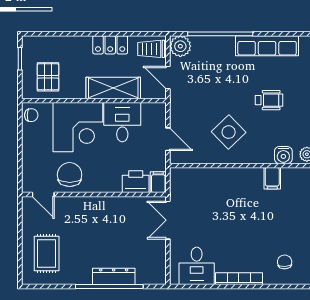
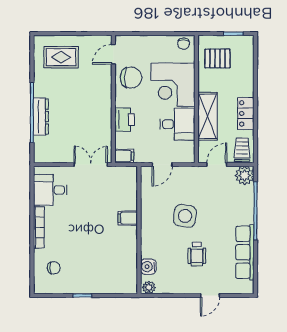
side table: (229, 132) -> (185, 216), moved, turned -38
filing cabinet: (272, 178) -> (128, 218), moved
printer: (136, 182) -> (125, 120), moved

